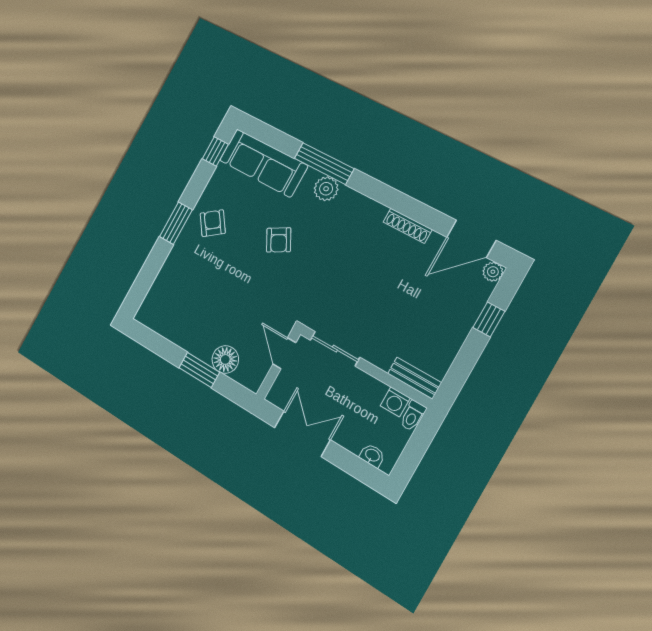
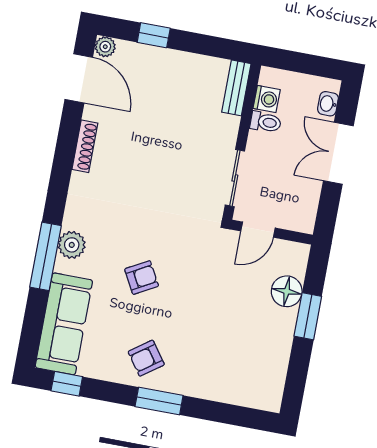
toilet: (413, 416) -> (266, 122), moved
double door: (302, 434) -> (338, 153), moved

